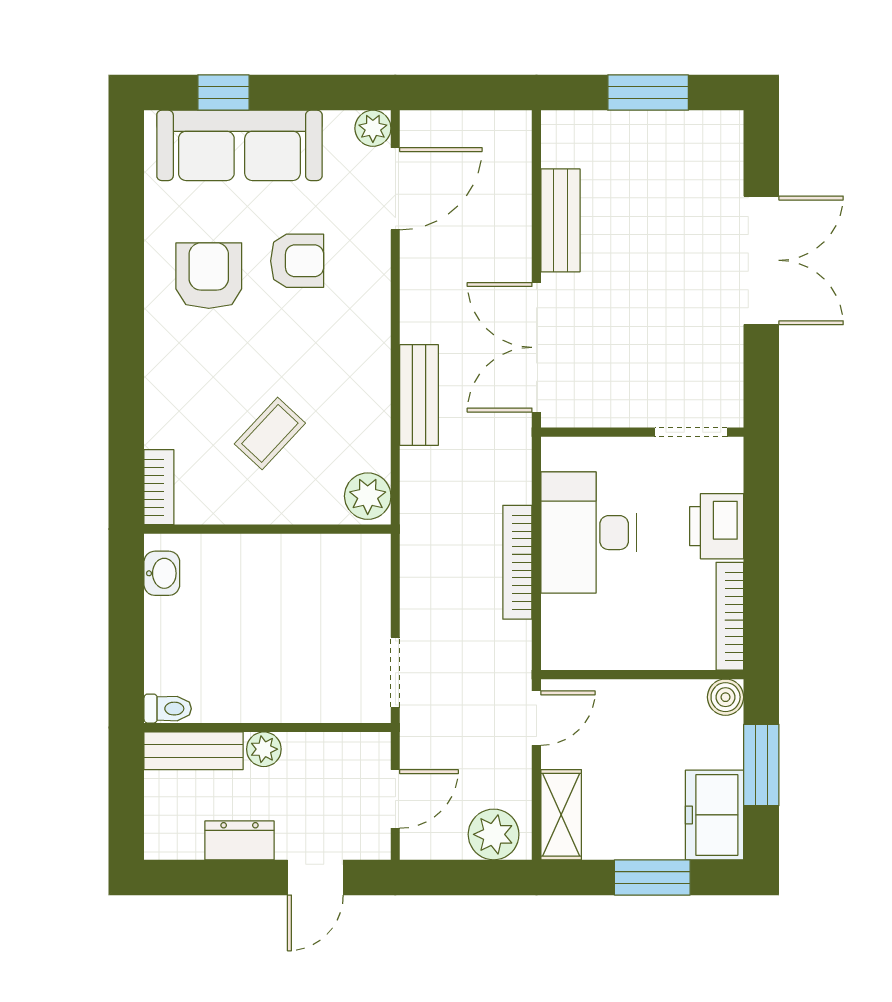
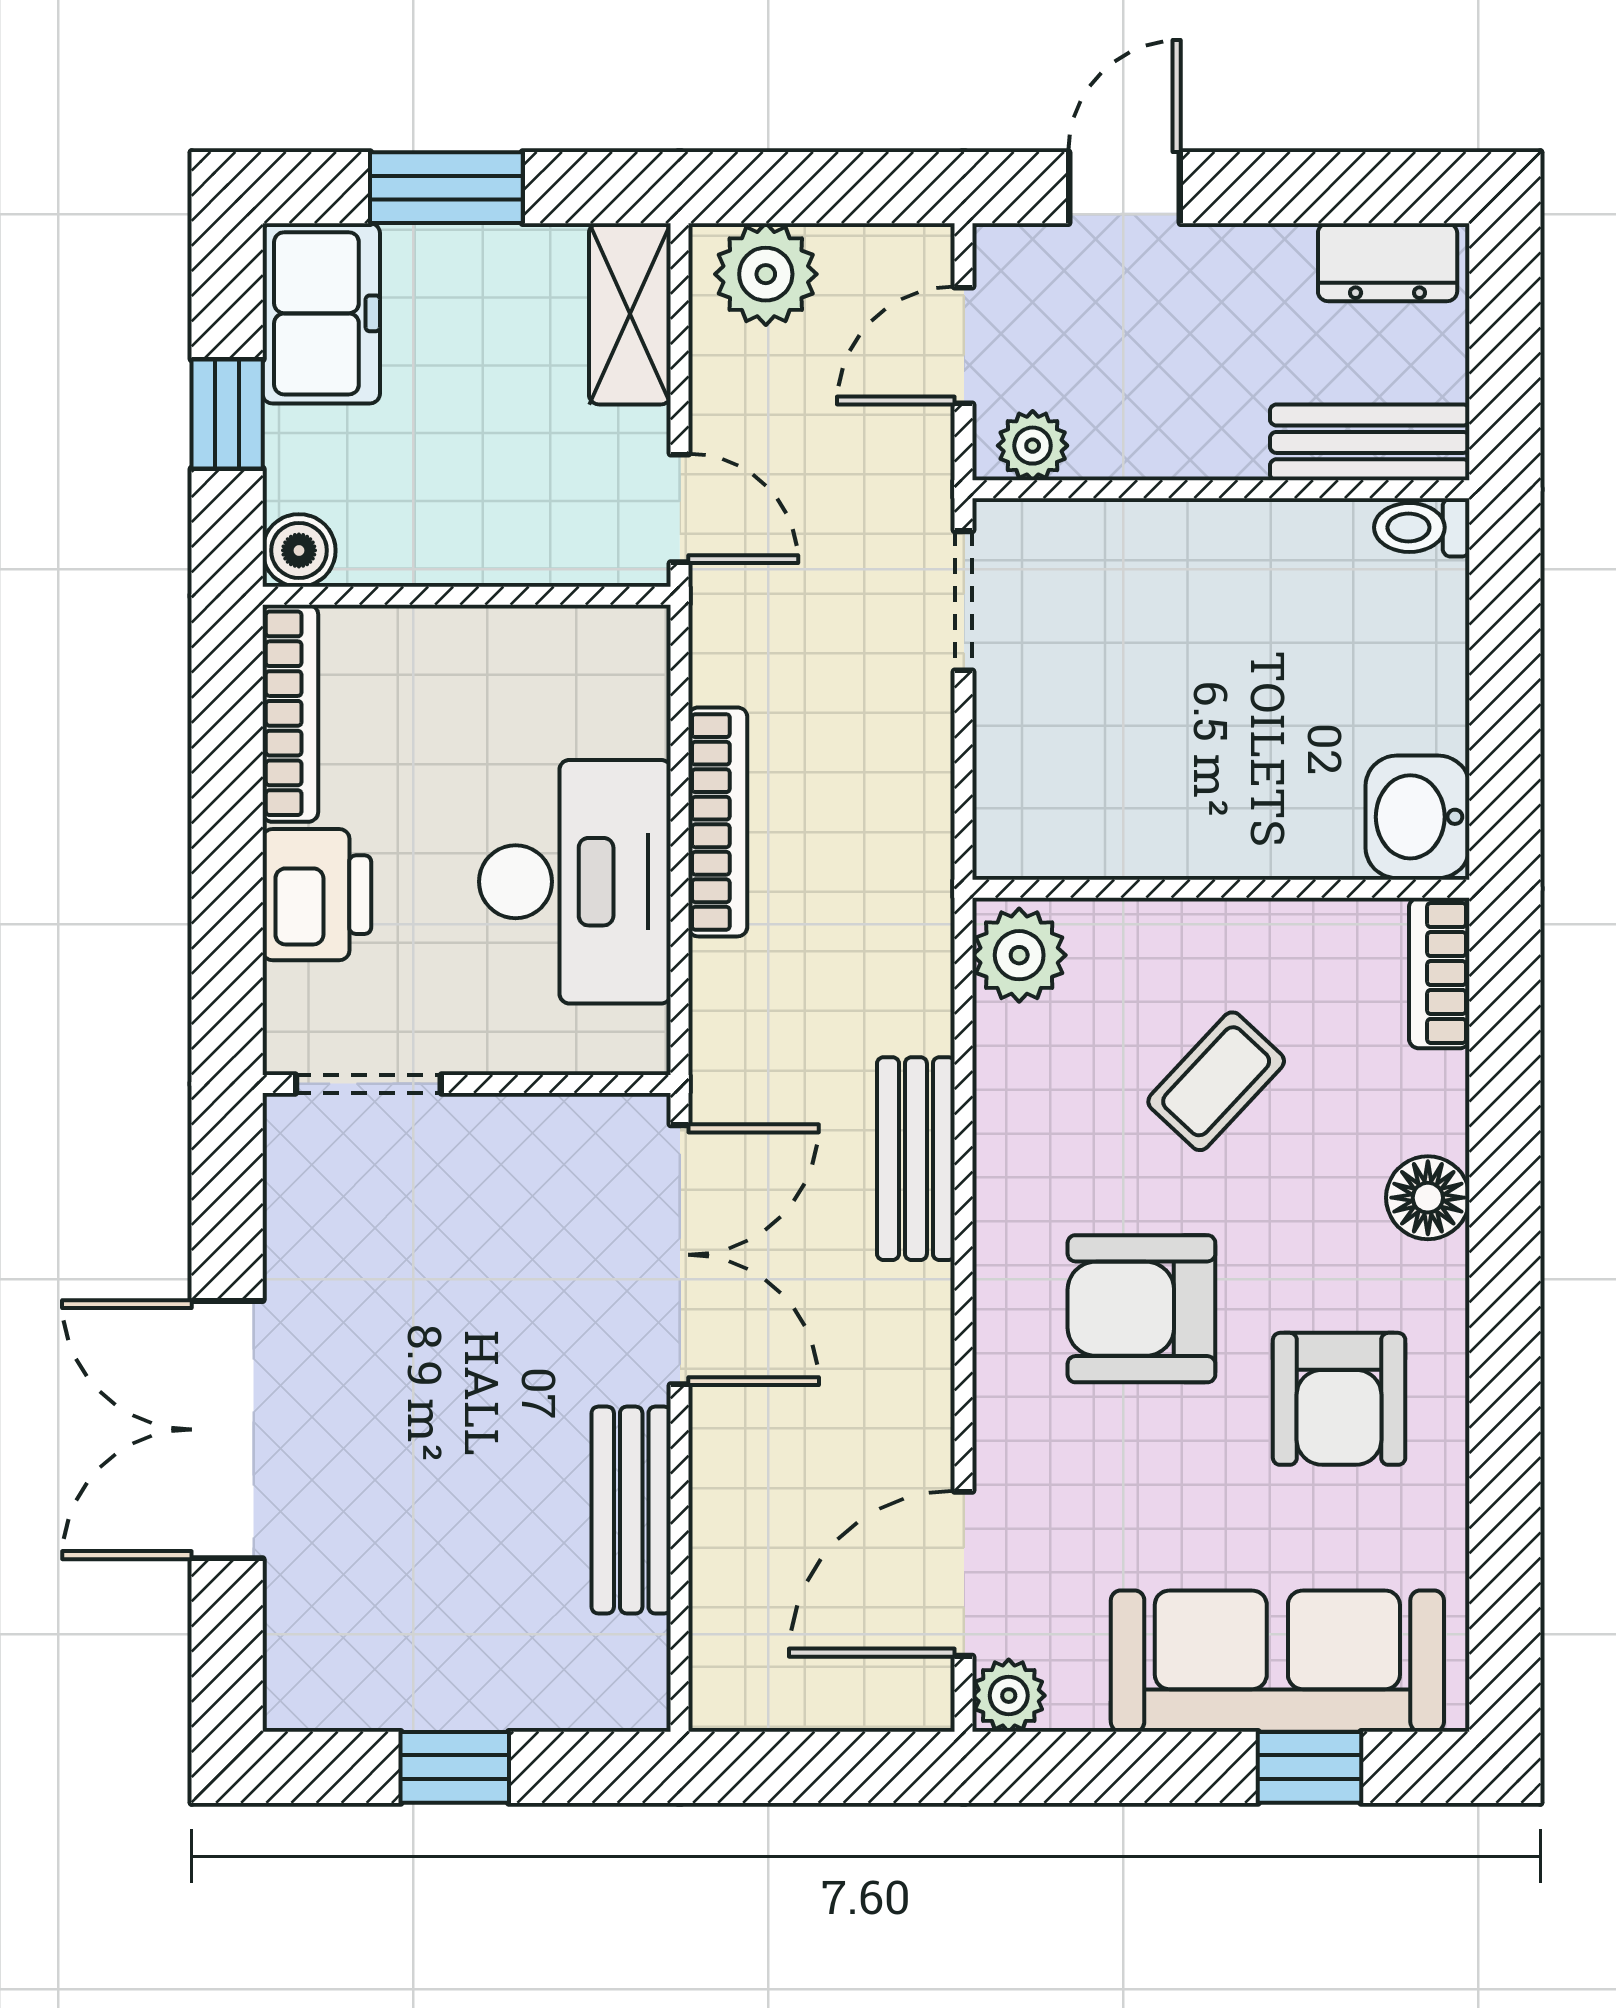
window: (648, 93) -> (455, 1767), width x0.67
armchair: (297, 261) -> (1141, 1309), moved, width x1.38, depth x1.38
floor lamp: (165, 376) -> (1428, 1198), added
washbasin: (162, 573) -> (1418, 817), width x1.38, depth x1.45
door: (536, 718) -> (680, 508), swing flipped
plant: (264, 749) -> (1033, 446), moved
window: (761, 765) -> (227, 414), width x0.67
dresser: (239, 840) -> (1388, 262), moved

